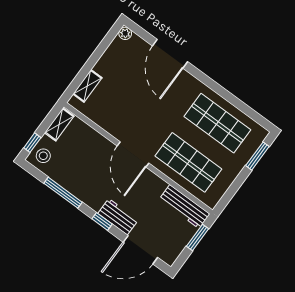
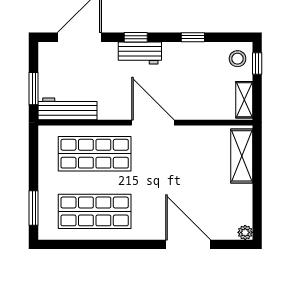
shelving: (87, 86) -> (242, 156), width x1.50, depth x1.33
window: (63, 193) -> (193, 37), width x0.46
workbench: (118, 217) -> (140, 53), moved

